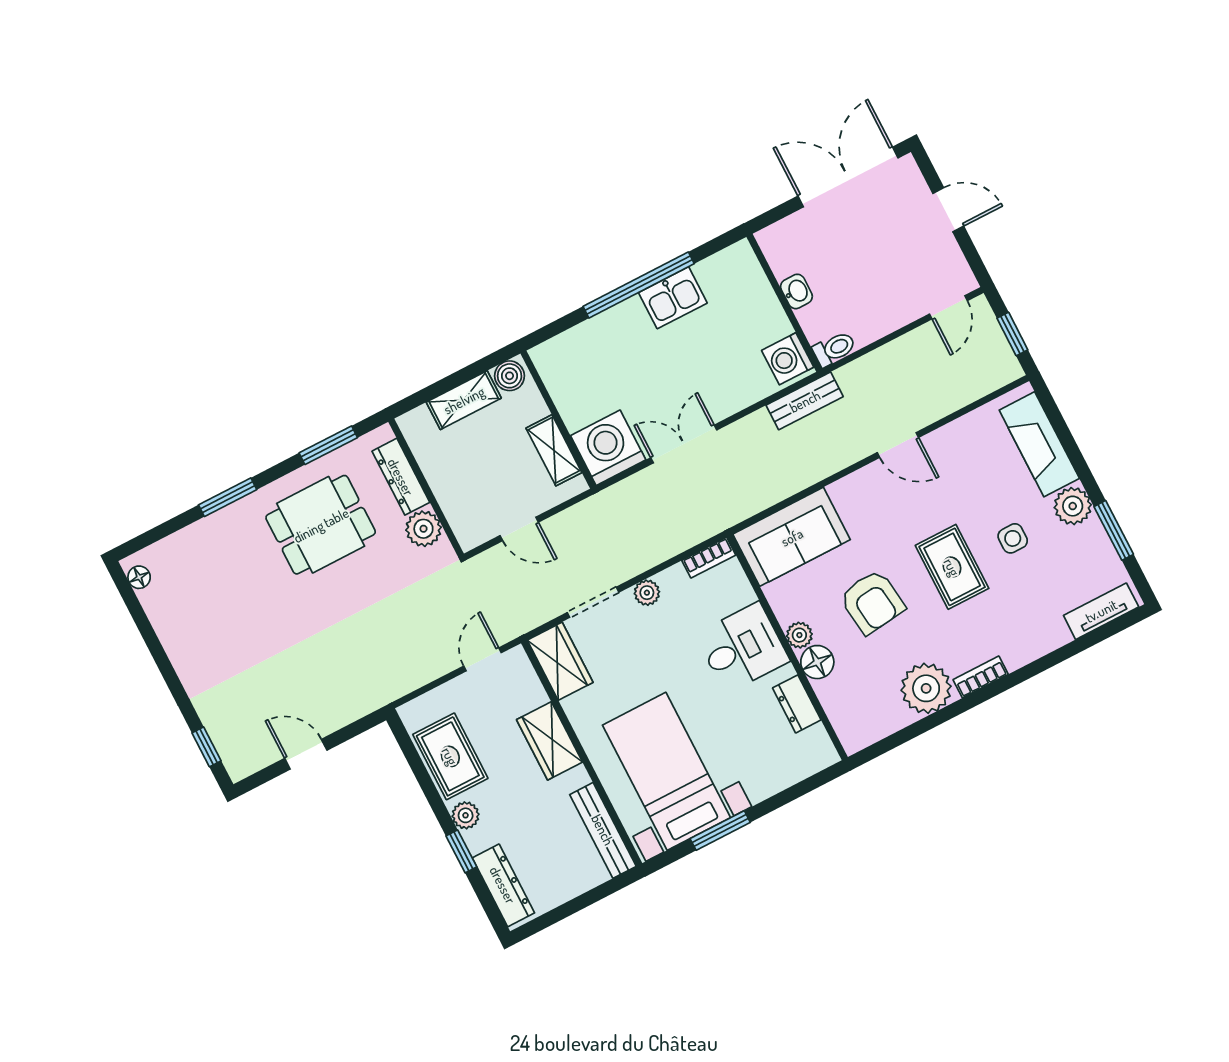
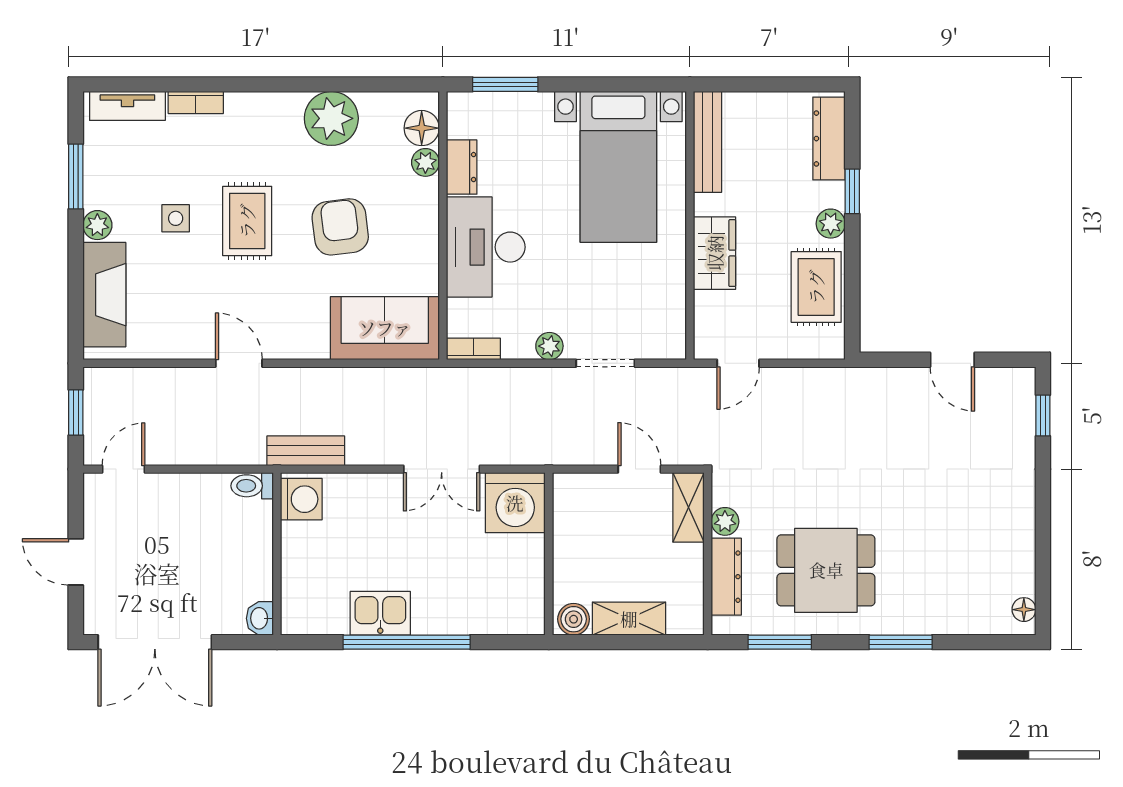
washbasin: (796, 291) -> (260, 618), moved
shelving: (554, 450) -> (688, 507), moved
plant: (1073, 506) -> (97, 225), width x0.73, depth x0.73
plant: (423, 529) -> (725, 521), width x0.73, depth x0.73
plant: (799, 635) -> (425, 162), moved
desk: (742, 648) -> (486, 247), width x1.37
wardrobe: (560, 661) -> (665, 323), removed
floor lamp: (817, 662) -> (422, 128), moved
bookcase: (981, 677) -> (196, 103), moved
window: (720, 830) -> (505, 84), moved

